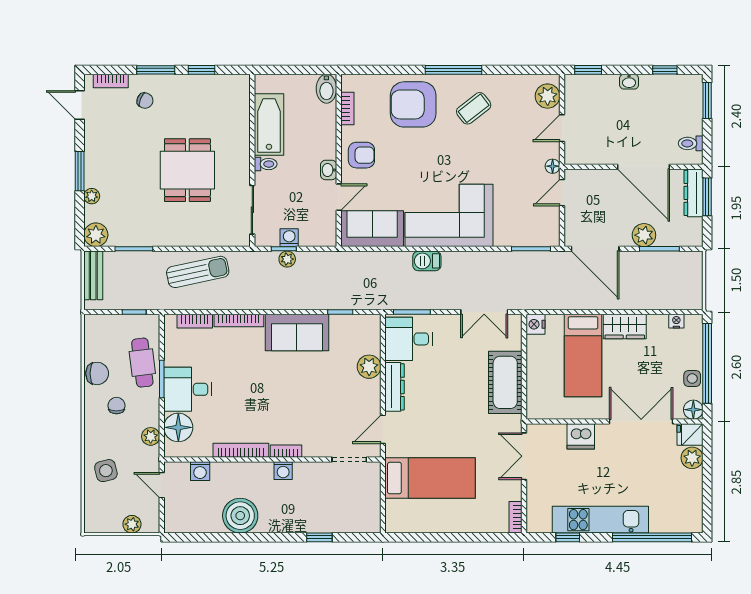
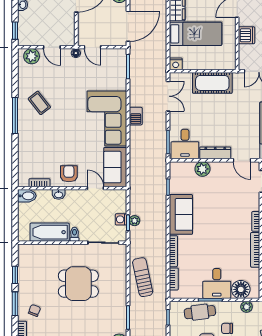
armchair: (413, 104) -> (37, 141), removed
washbasin: (329, 170) -> (59, 194), moved
barbecue: (427, 261) -> (136, 116), moved

